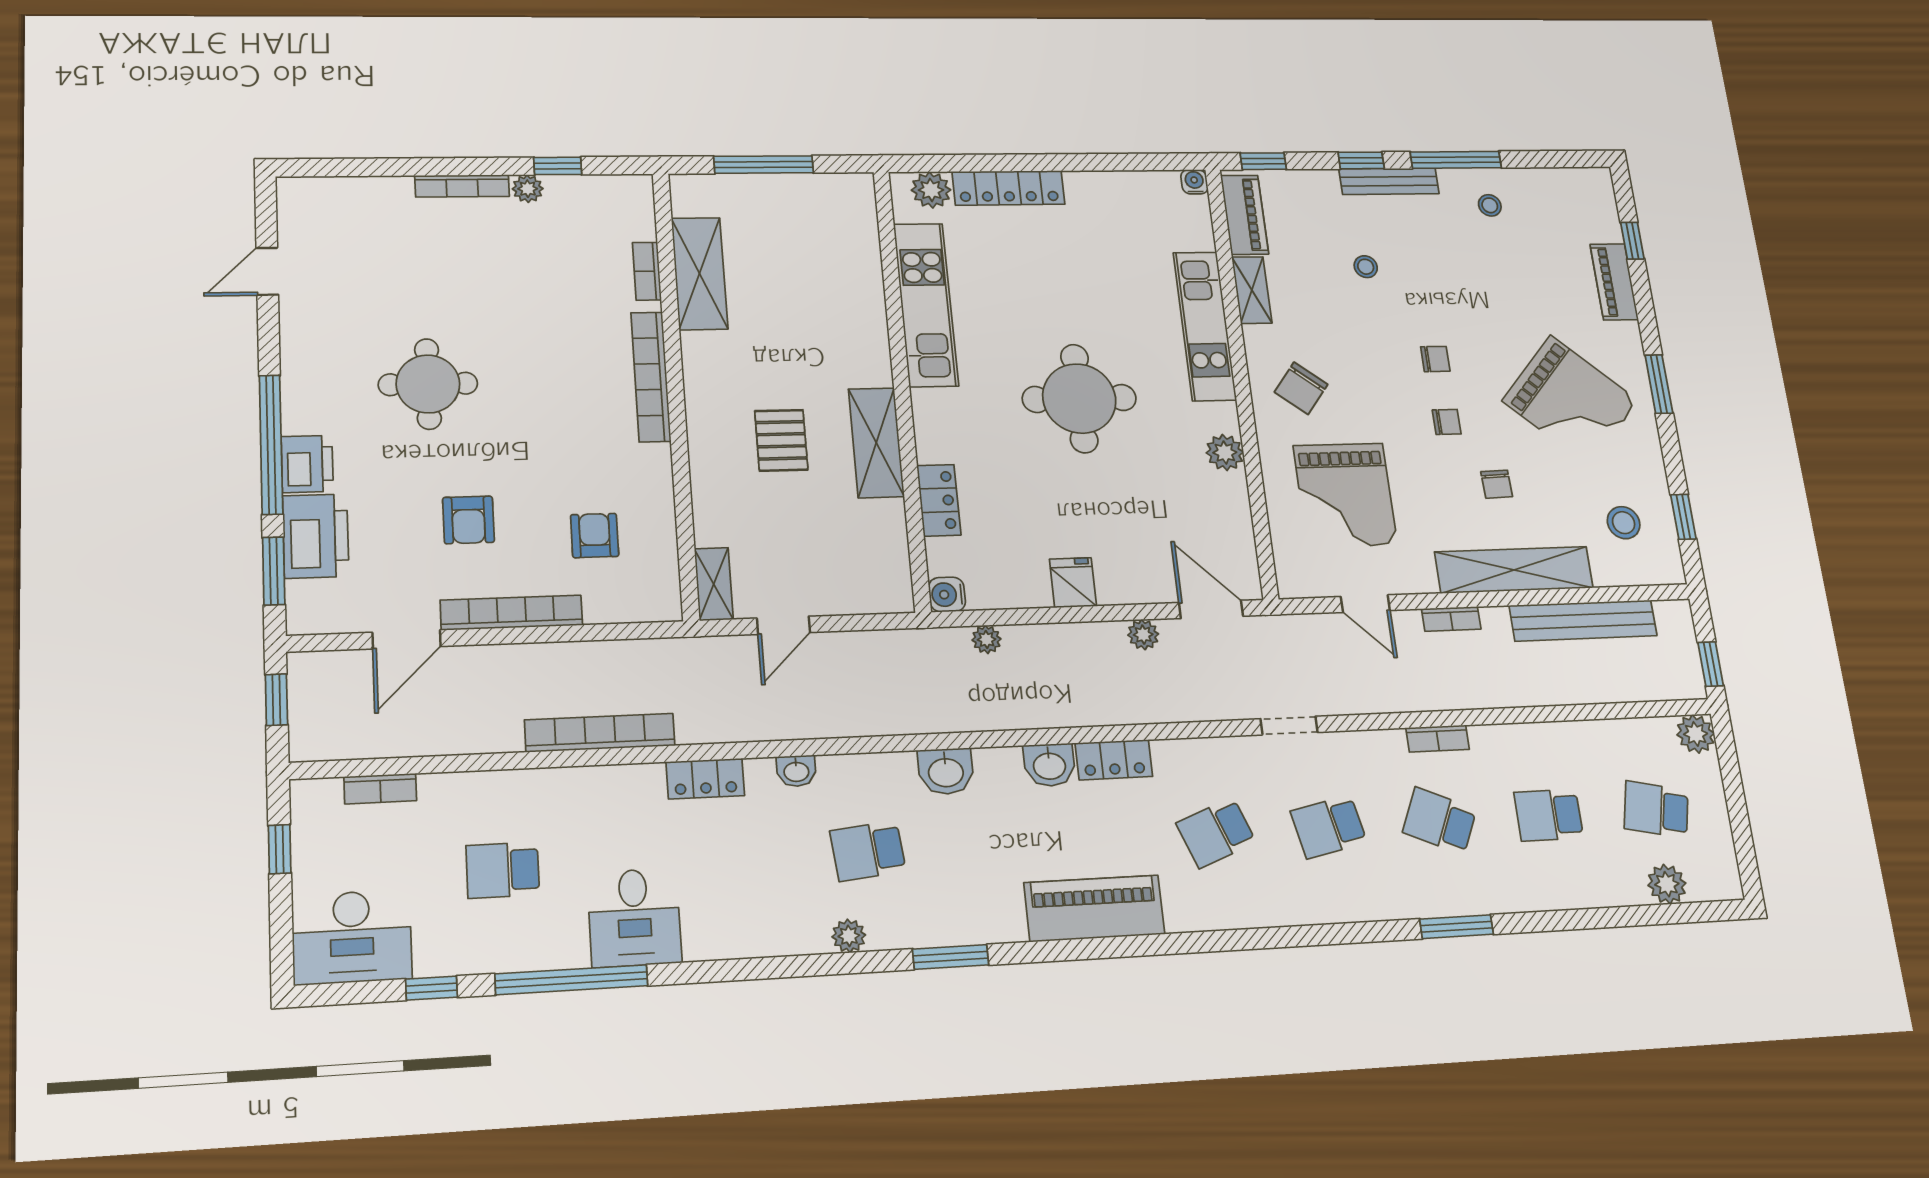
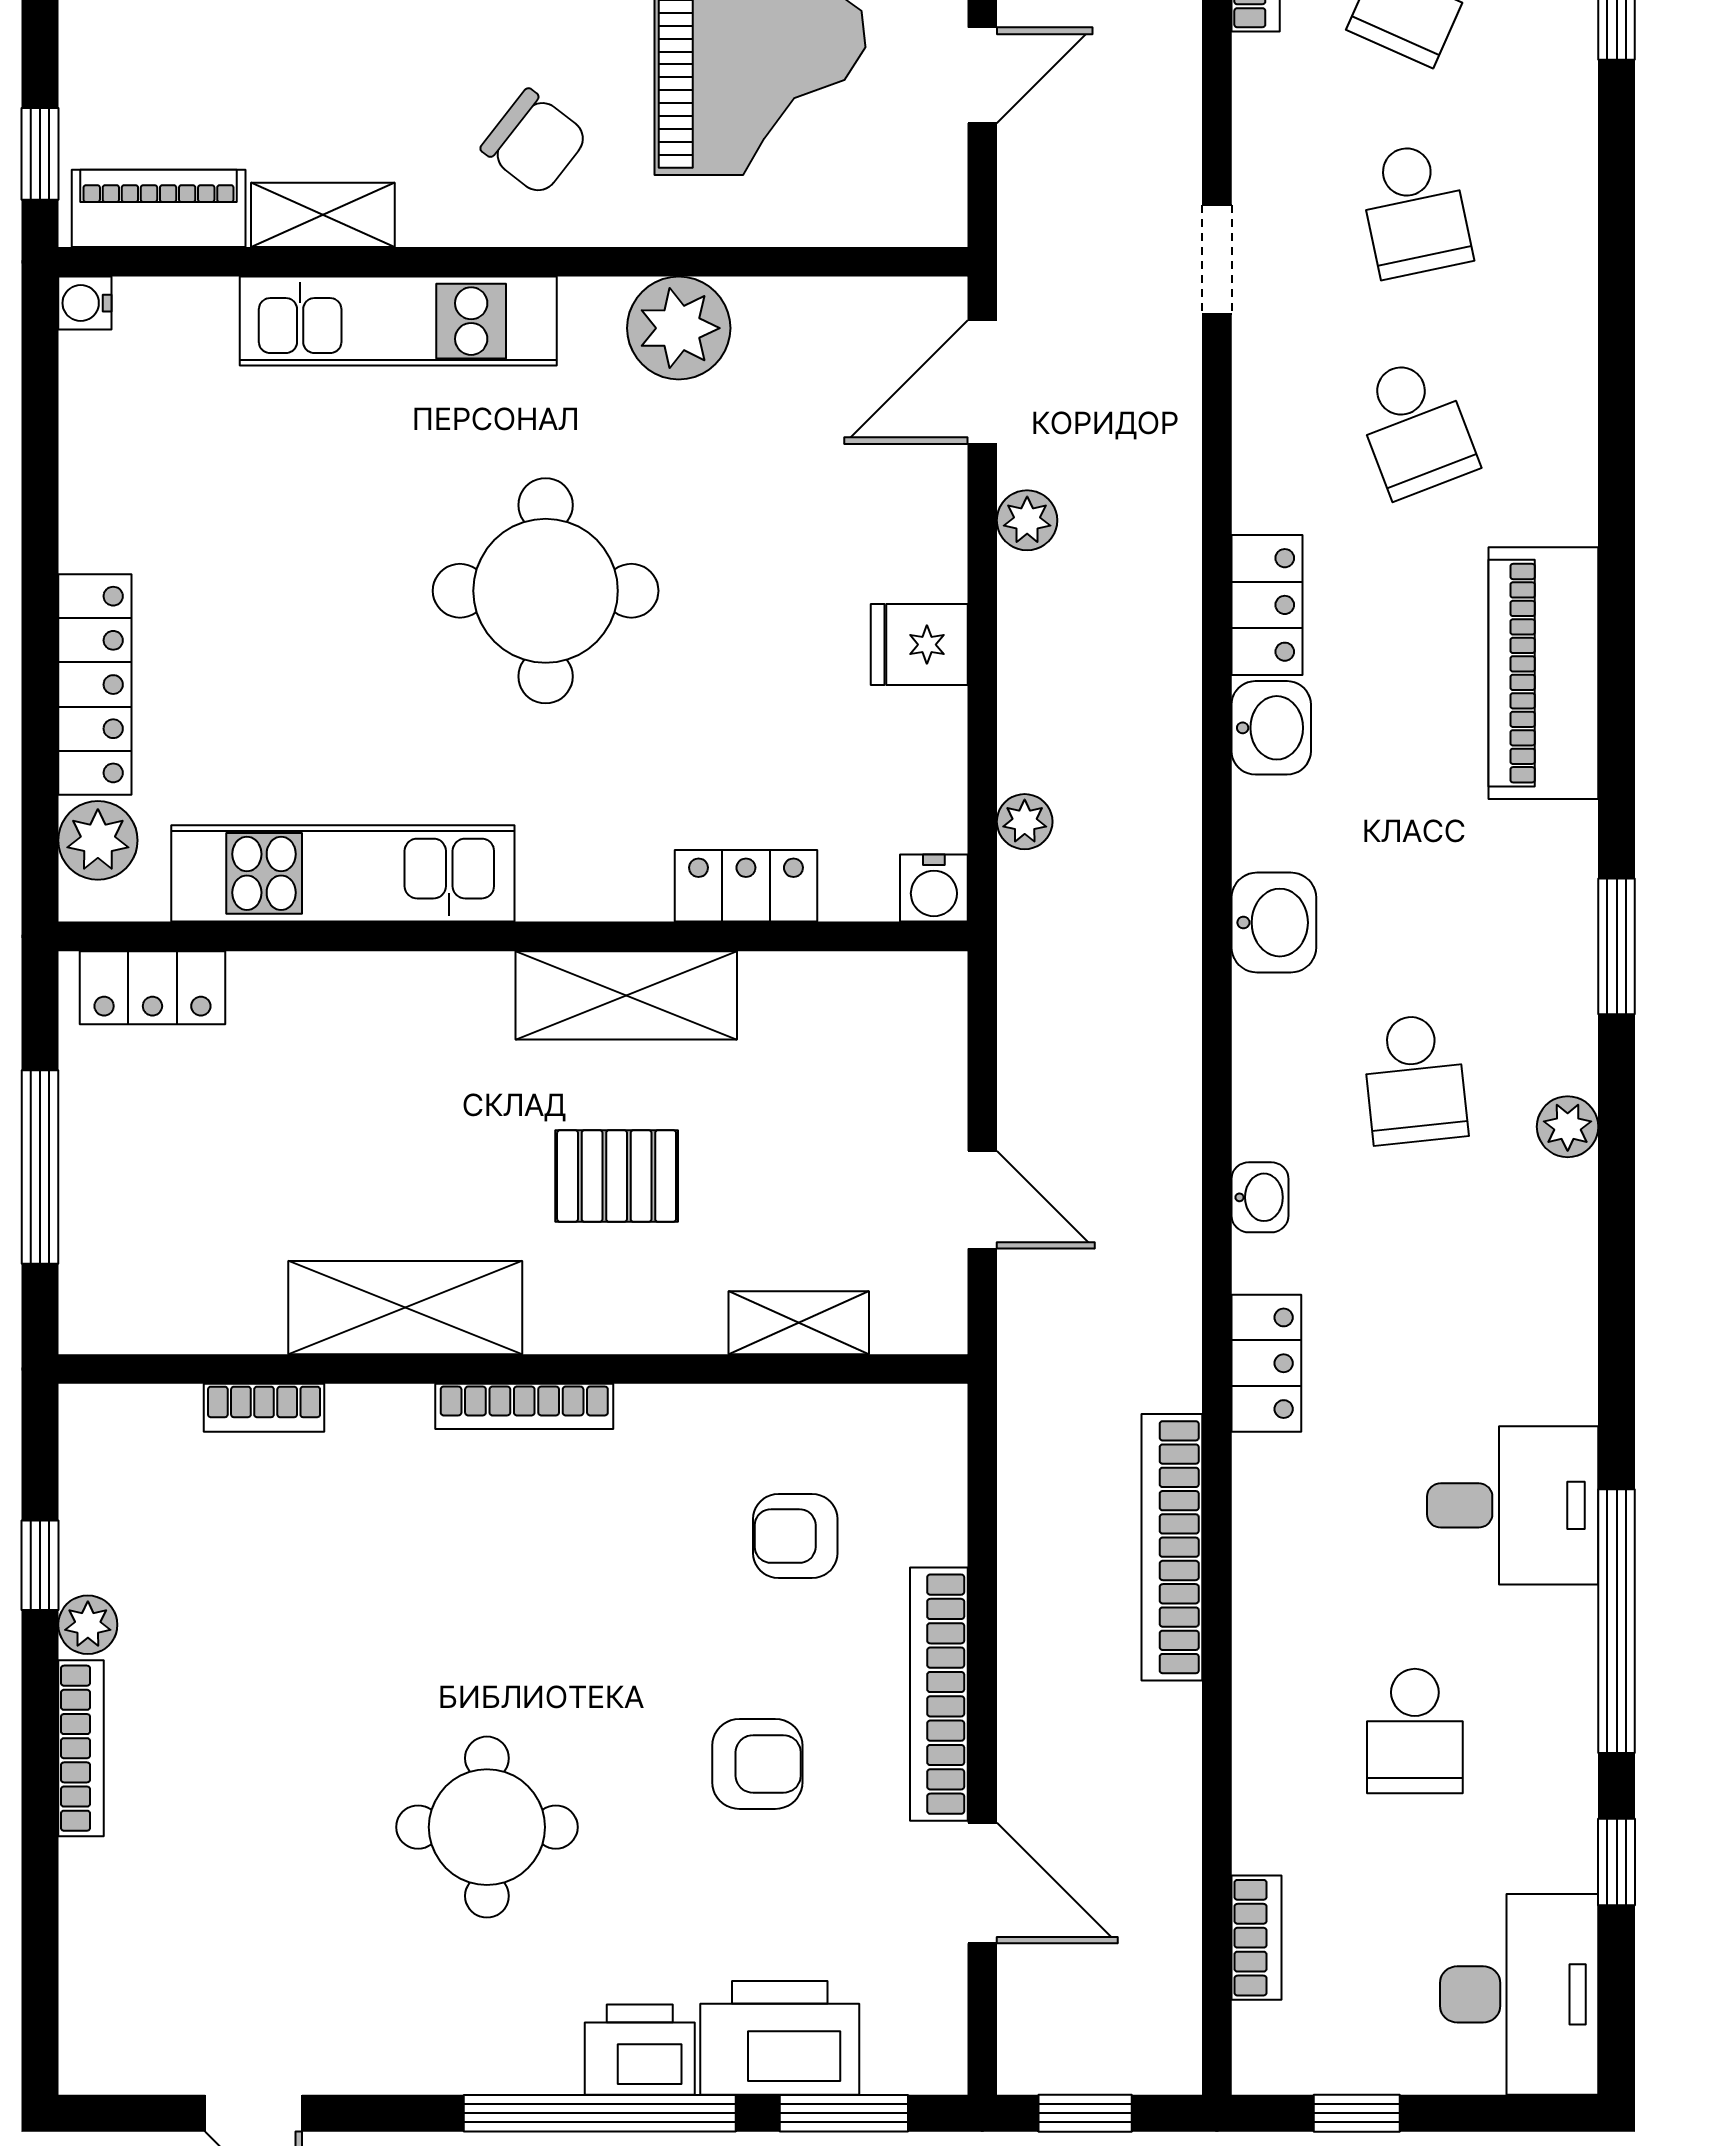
locker: (859, 216) -> (152, 988), added
shelving: (699, 273) -> (405, 1308), moved
bookcase: (651, 377) -> (524, 1406), width x0.68, depth x0.76
plant: (1225, 452) -> (679, 328), width x1.36, depth x1.36
shelving: (714, 584) -> (799, 1323), moved

